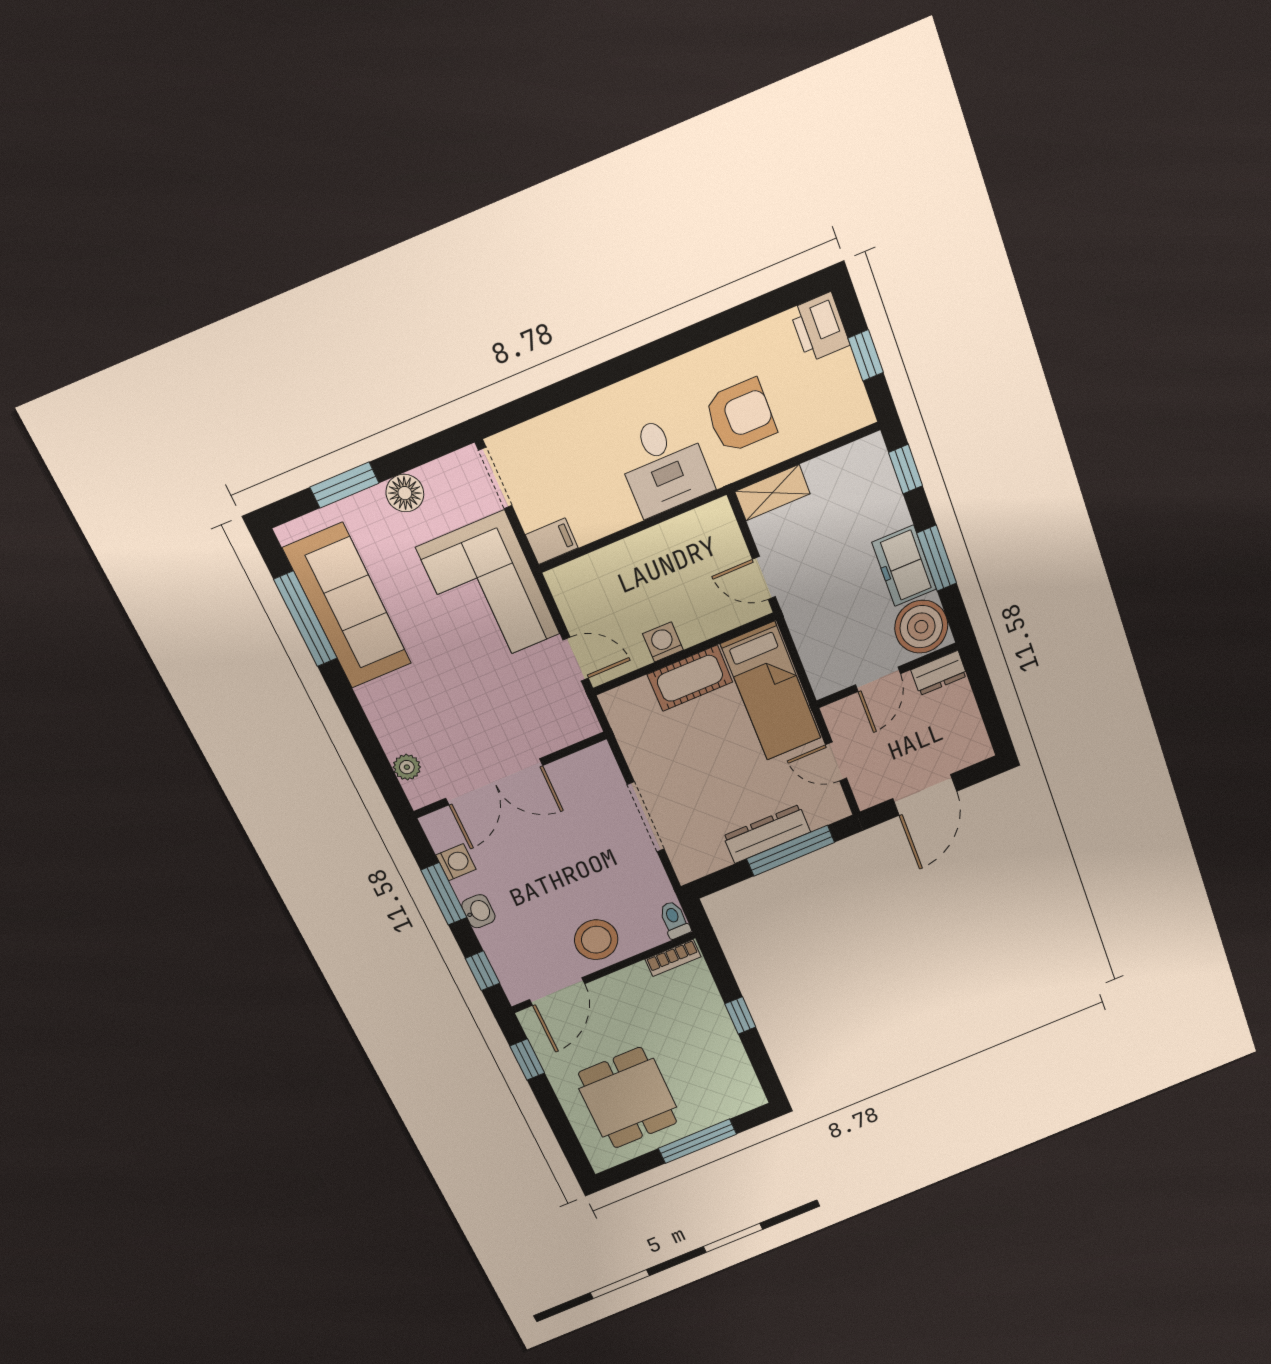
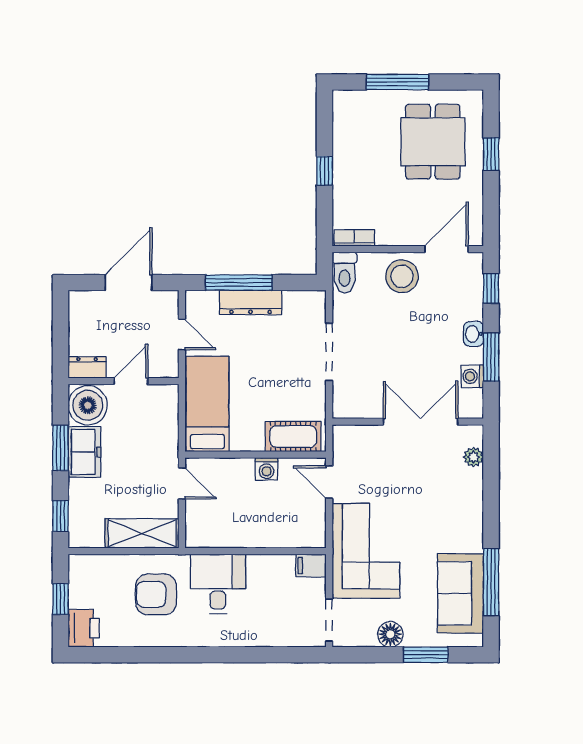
shelving: (773, 493) -> (142, 533), width x1.50, depth x1.33
sofa: (347, 606) -> (461, 593), width x0.73
cot: (690, 678) -> (293, 437), moved
toilet: (674, 920) -> (345, 272), width x1.37, depth x1.39
window: (527, 1060) -> (491, 154), moved

